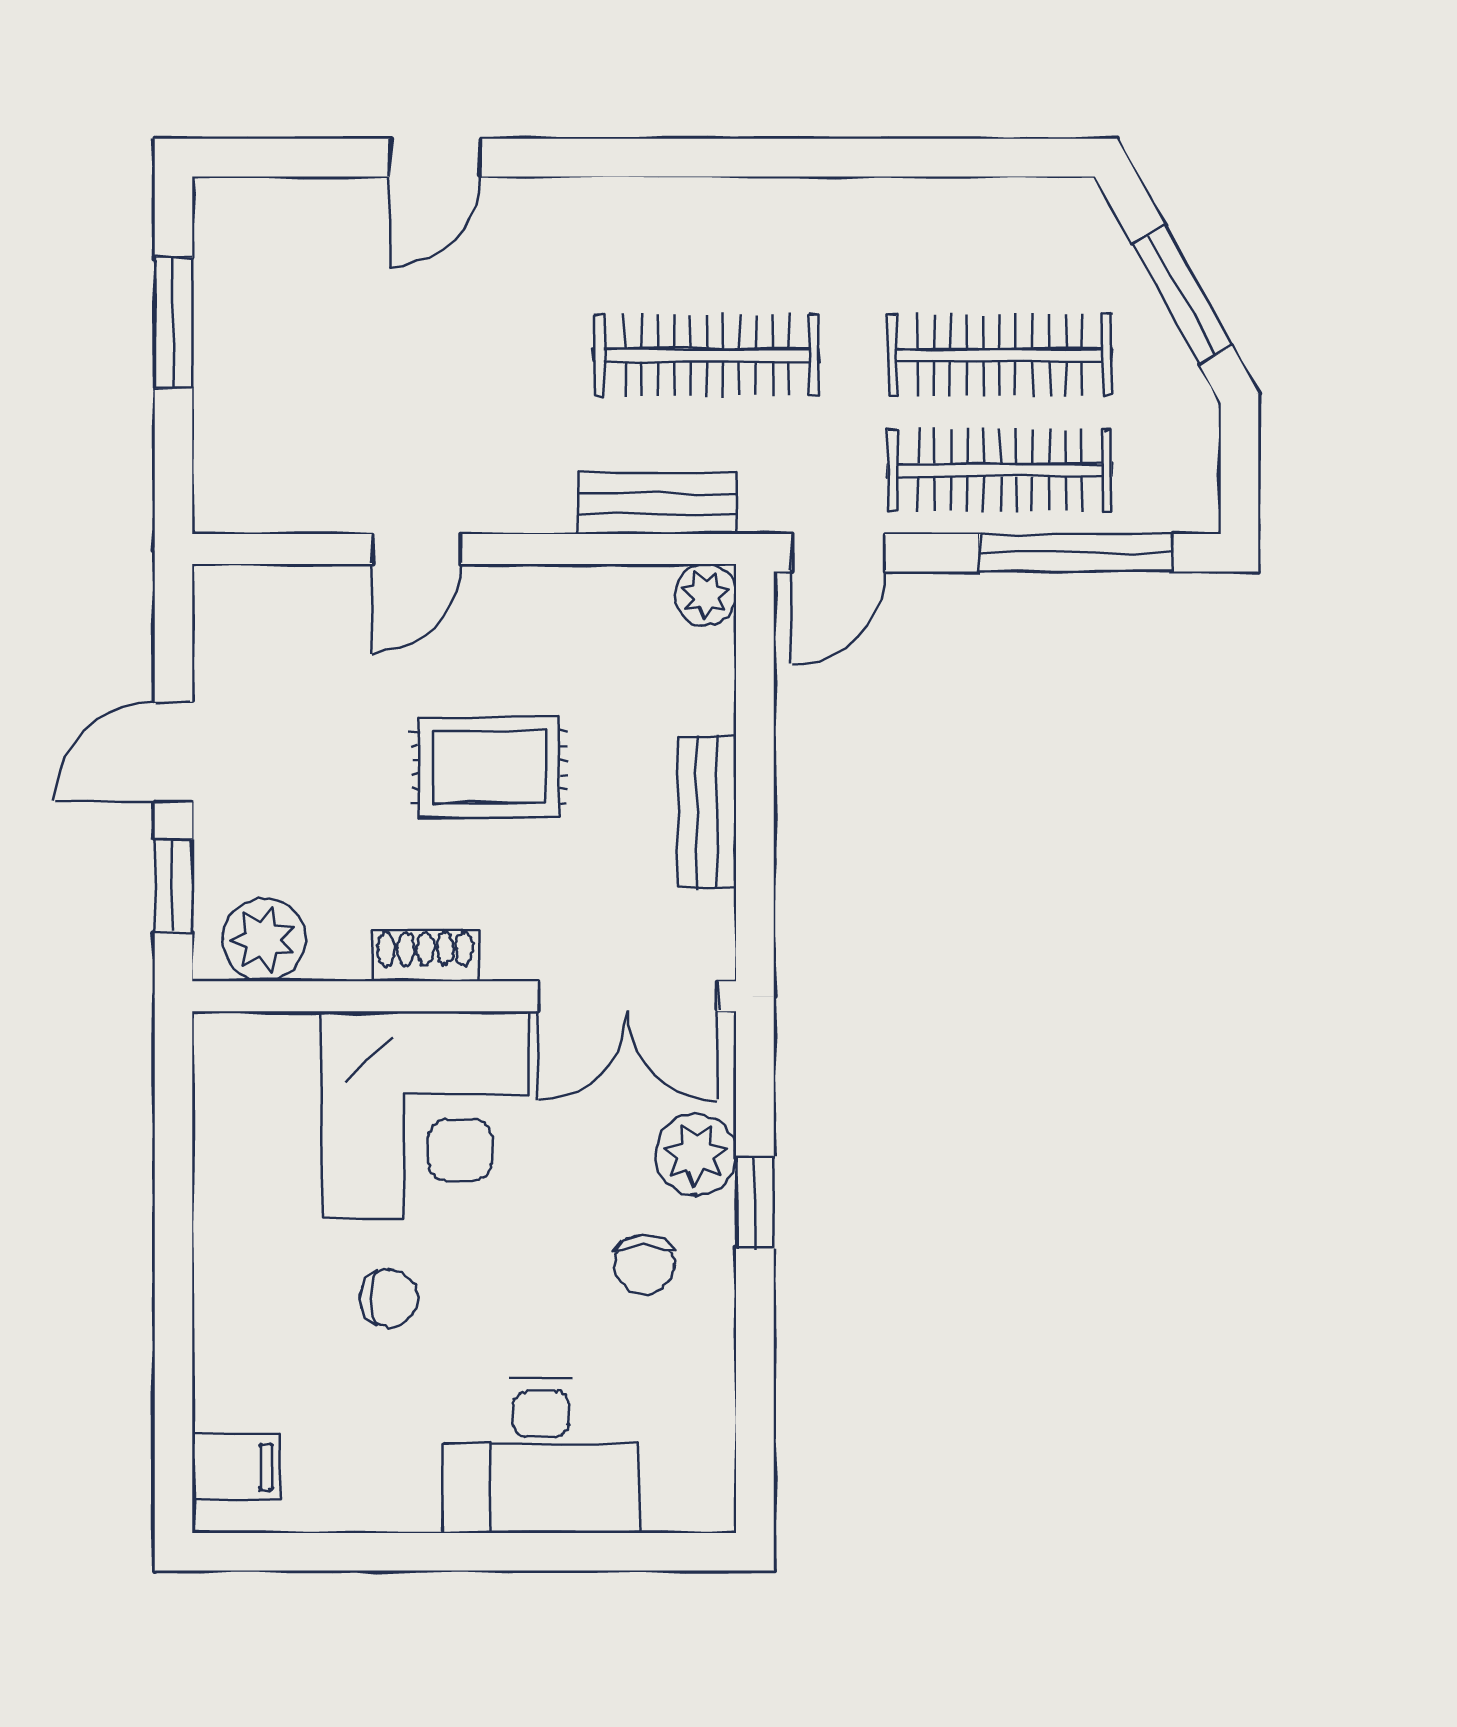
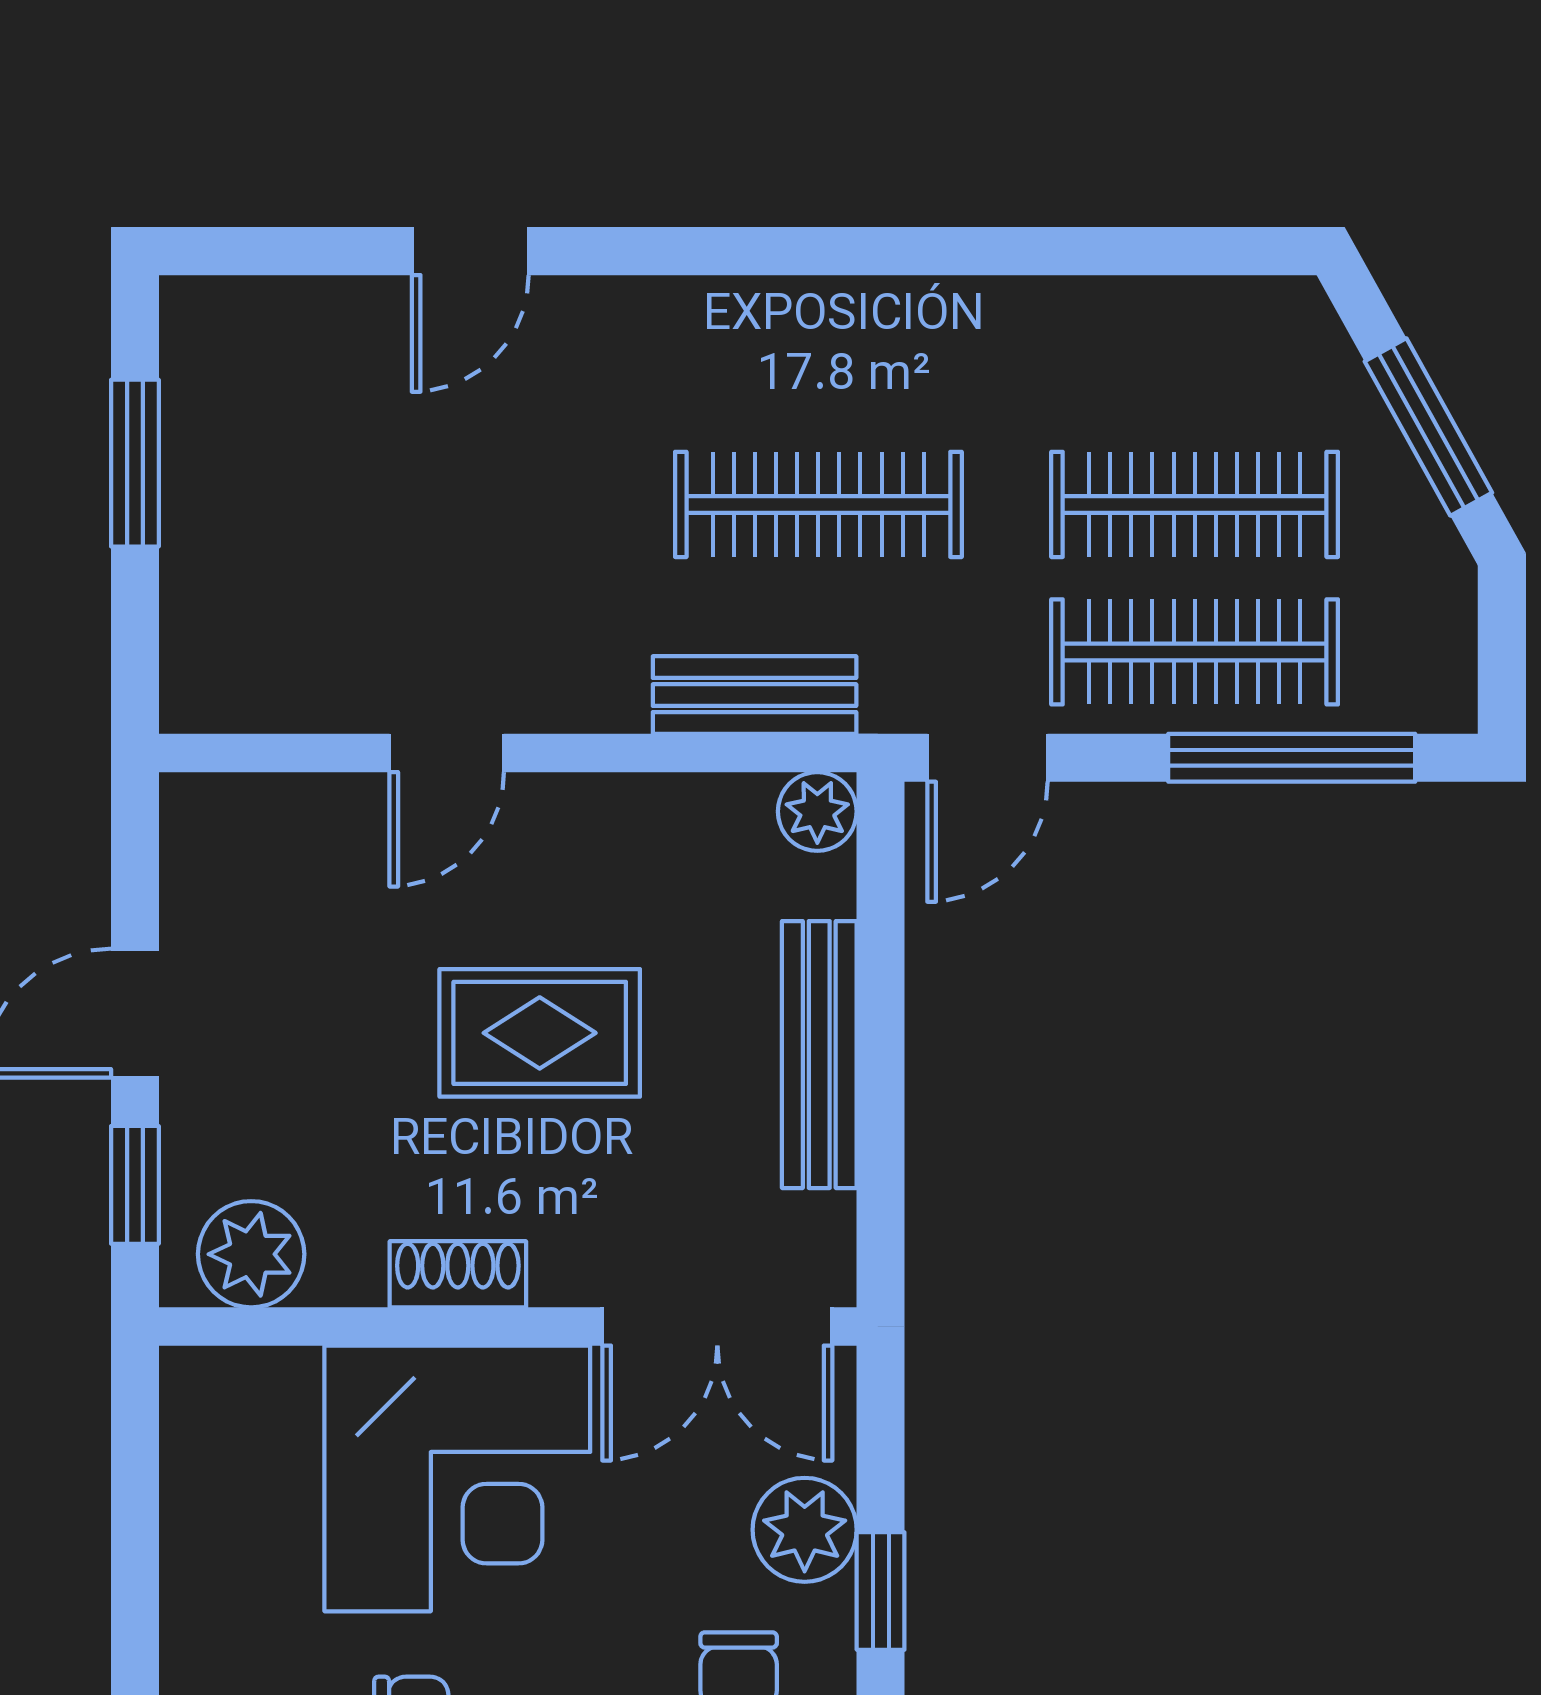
bench: (707, 812) -> (819, 1055), width x1.36

